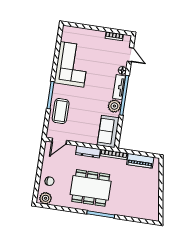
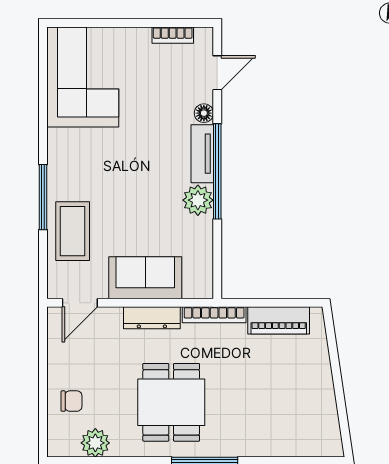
door: (130, 55) -> (217, 73), hinge flipped
corner sofa: (72, 64) -> (83, 77), moved
sofa: (108, 131) -> (145, 278), moved, turned 90
dining table: (91, 188) -> (171, 402), width x0.73
plant: (46, 198) -> (95, 443), moved

